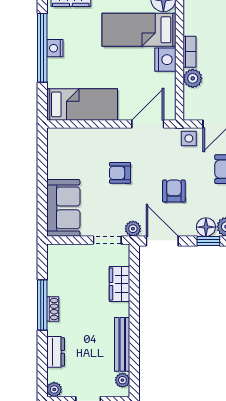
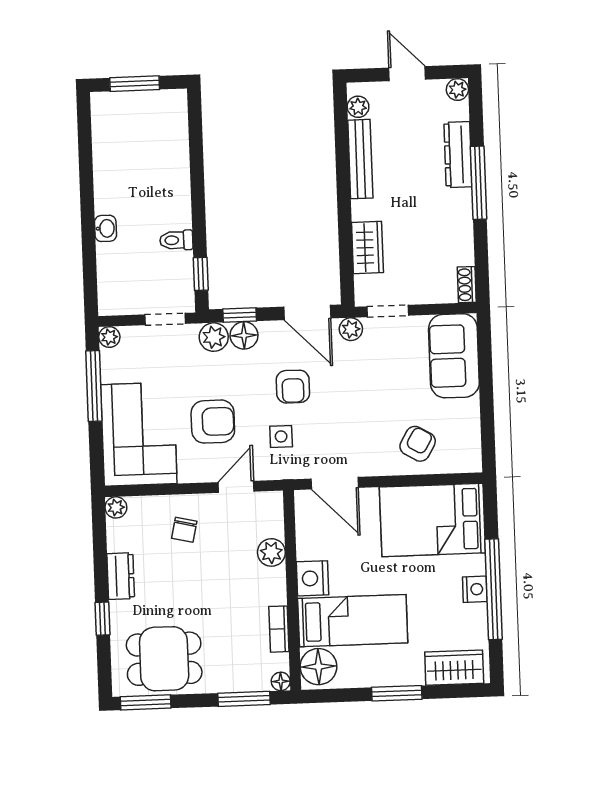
bookcase: (189, 52) -> (279, 629), moved
bed: (82, 104) -> (432, 520), width x1.50
door: (148, 124) -> (335, 483), hinge flipped
side table: (189, 138) -> (281, 436), moved
armchair: (120, 173) -> (418, 444), moved, turned -60
window: (42, 305) -> (479, 183), moved
shoe rack: (53, 309) -> (467, 285), moved
dresser: (56, 352) -> (458, 155), width x1.44

